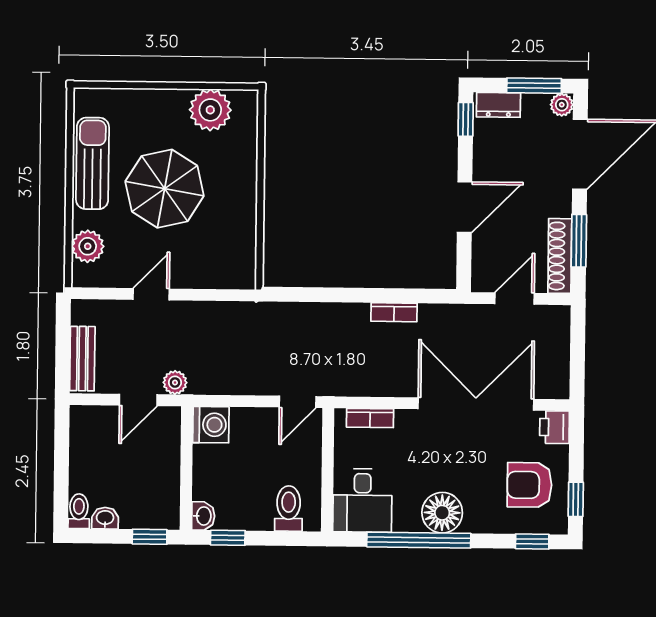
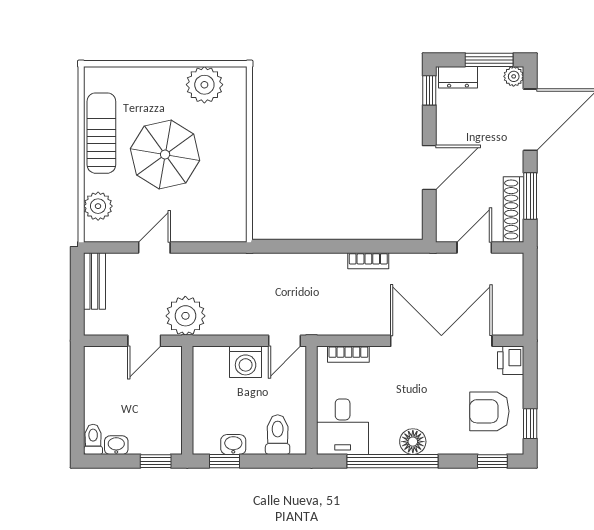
bench: (82, 359) -> (95, 281), moved
plant: (175, 383) -> (185, 316), width x1.88, depth x1.88
washing machine: (211, 425) -> (246, 362), moved, turned 90
floor lamp: (442, 513) -> (413, 442), width x0.73, depth x0.73
washbasin: (203, 516) -> (233, 445), moved, turned -90

